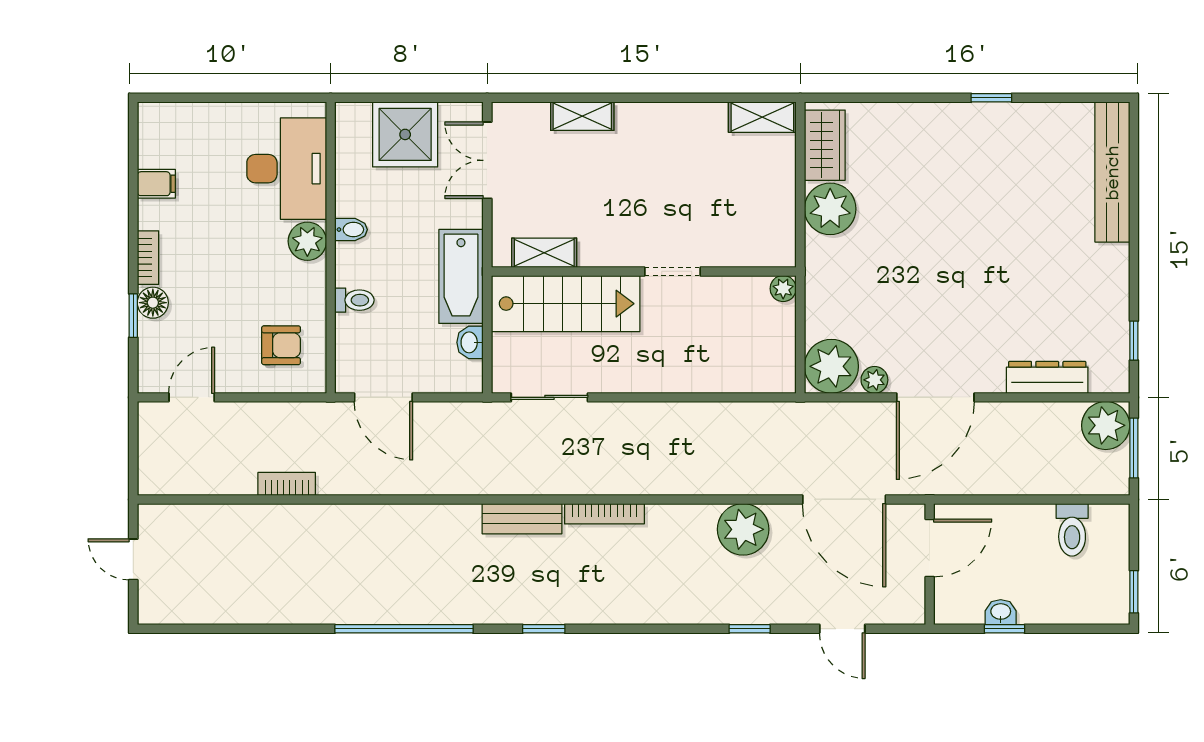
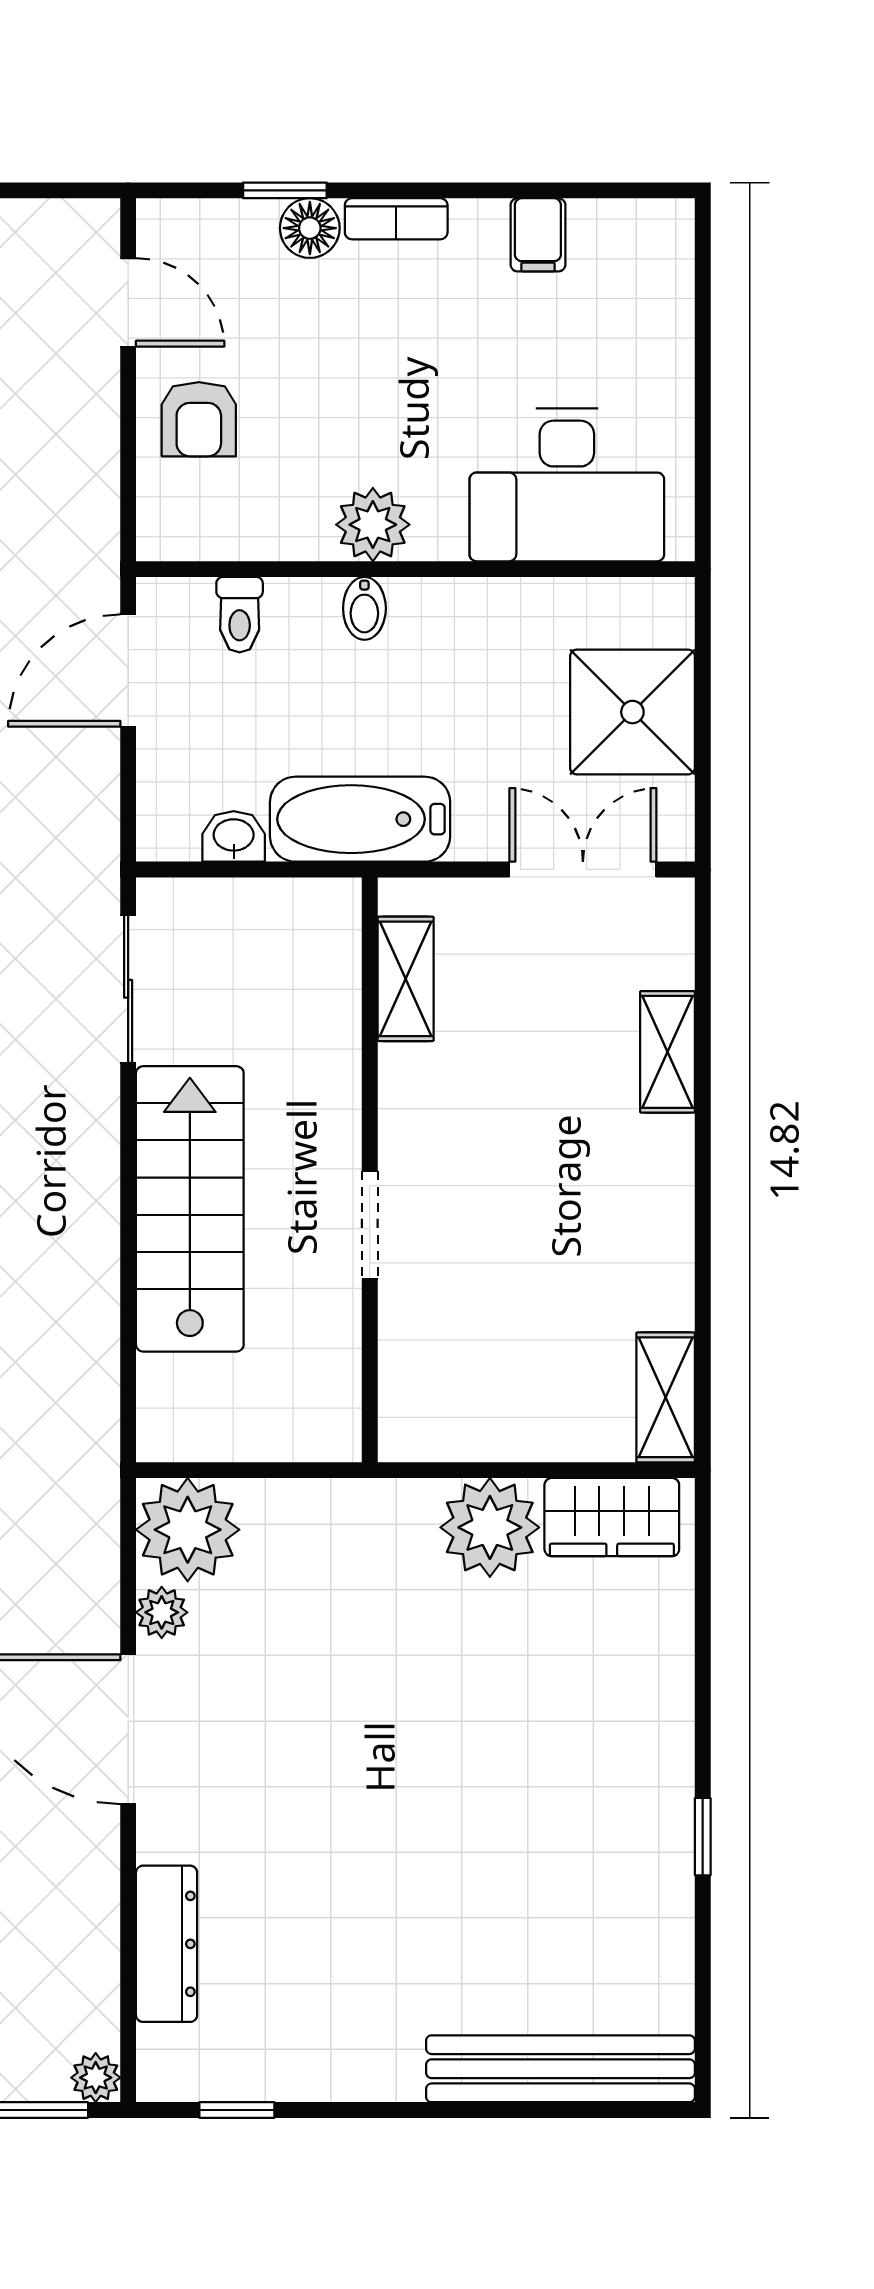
bidet: (351, 230) -> (364, 608), moved
plant: (307, 241) -> (373, 525), moved
plant: (783, 289) -> (337, 1437), removed
toilet: (354, 300) -> (240, 615), moved
stairs: (566, 304) -> (190, 1209), moved, turned 180
armchair: (281, 345) -> (199, 419), moved
plant: (1106, 425) -> (96, 2078), width x0.53, depth x0.53

